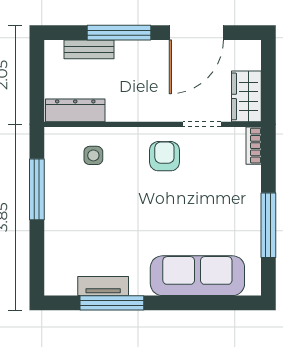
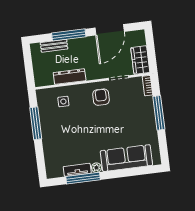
dresser: (75, 110) -> (70, 77), moved
window: (268, 225) -> (159, 113), moved
plant: (139, 287) -> (96, 168), added

